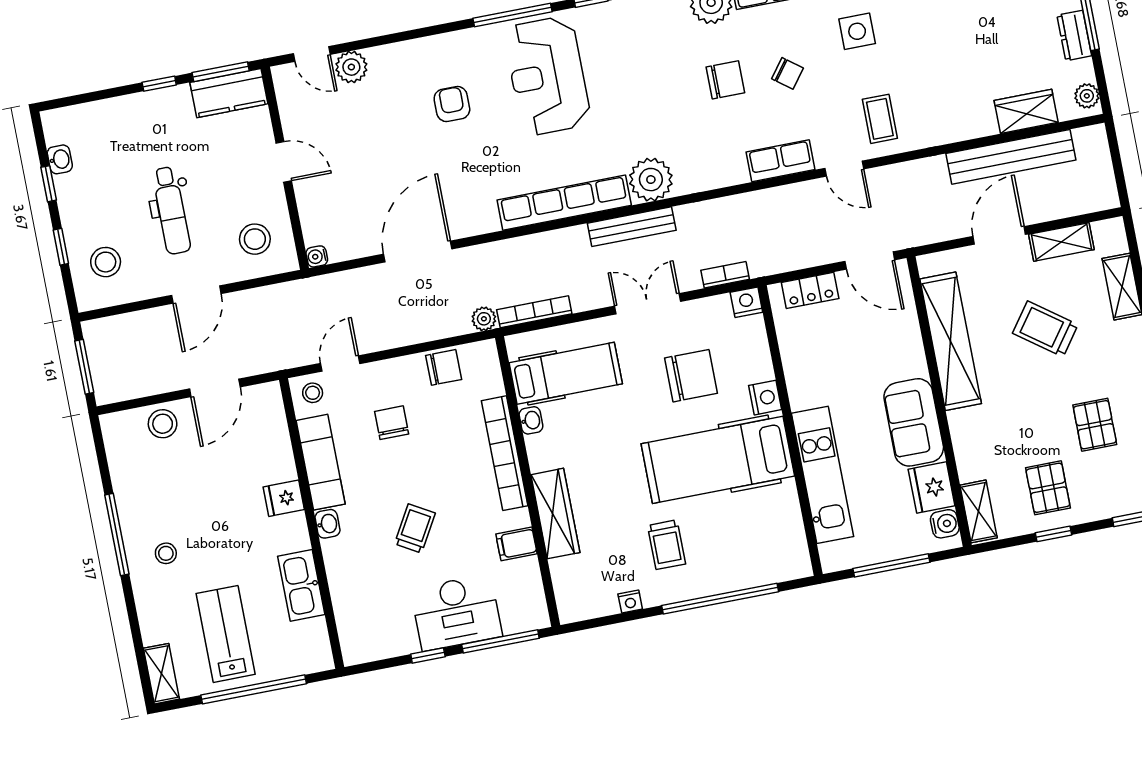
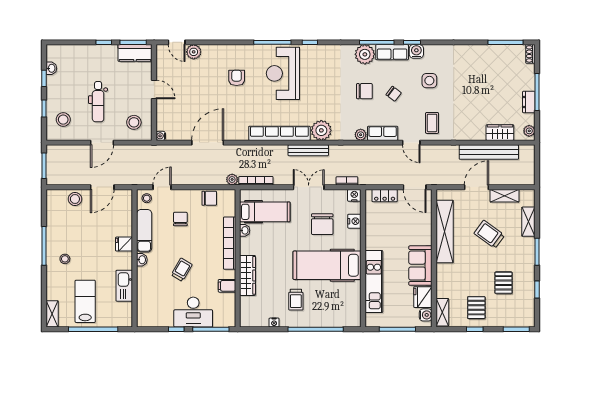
plant: (735, 173) -> (361, 135), added
chair: (691, 376) -> (322, 224), turned 90
nightstand: (765, 398) -> (354, 221), moved

